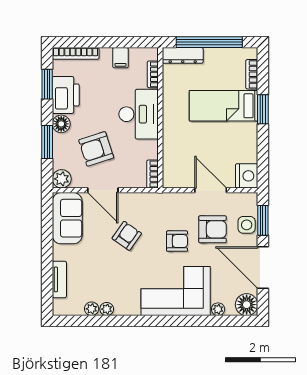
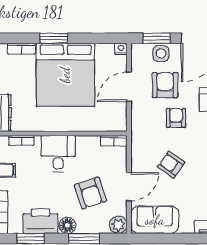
bed: (224, 106) -> (65, 75), width x2.04
desk: (139, 114) -> (58, 154), width x0.73
nightstand: (247, 176) -> (121, 49), width x0.53, depth x0.56

